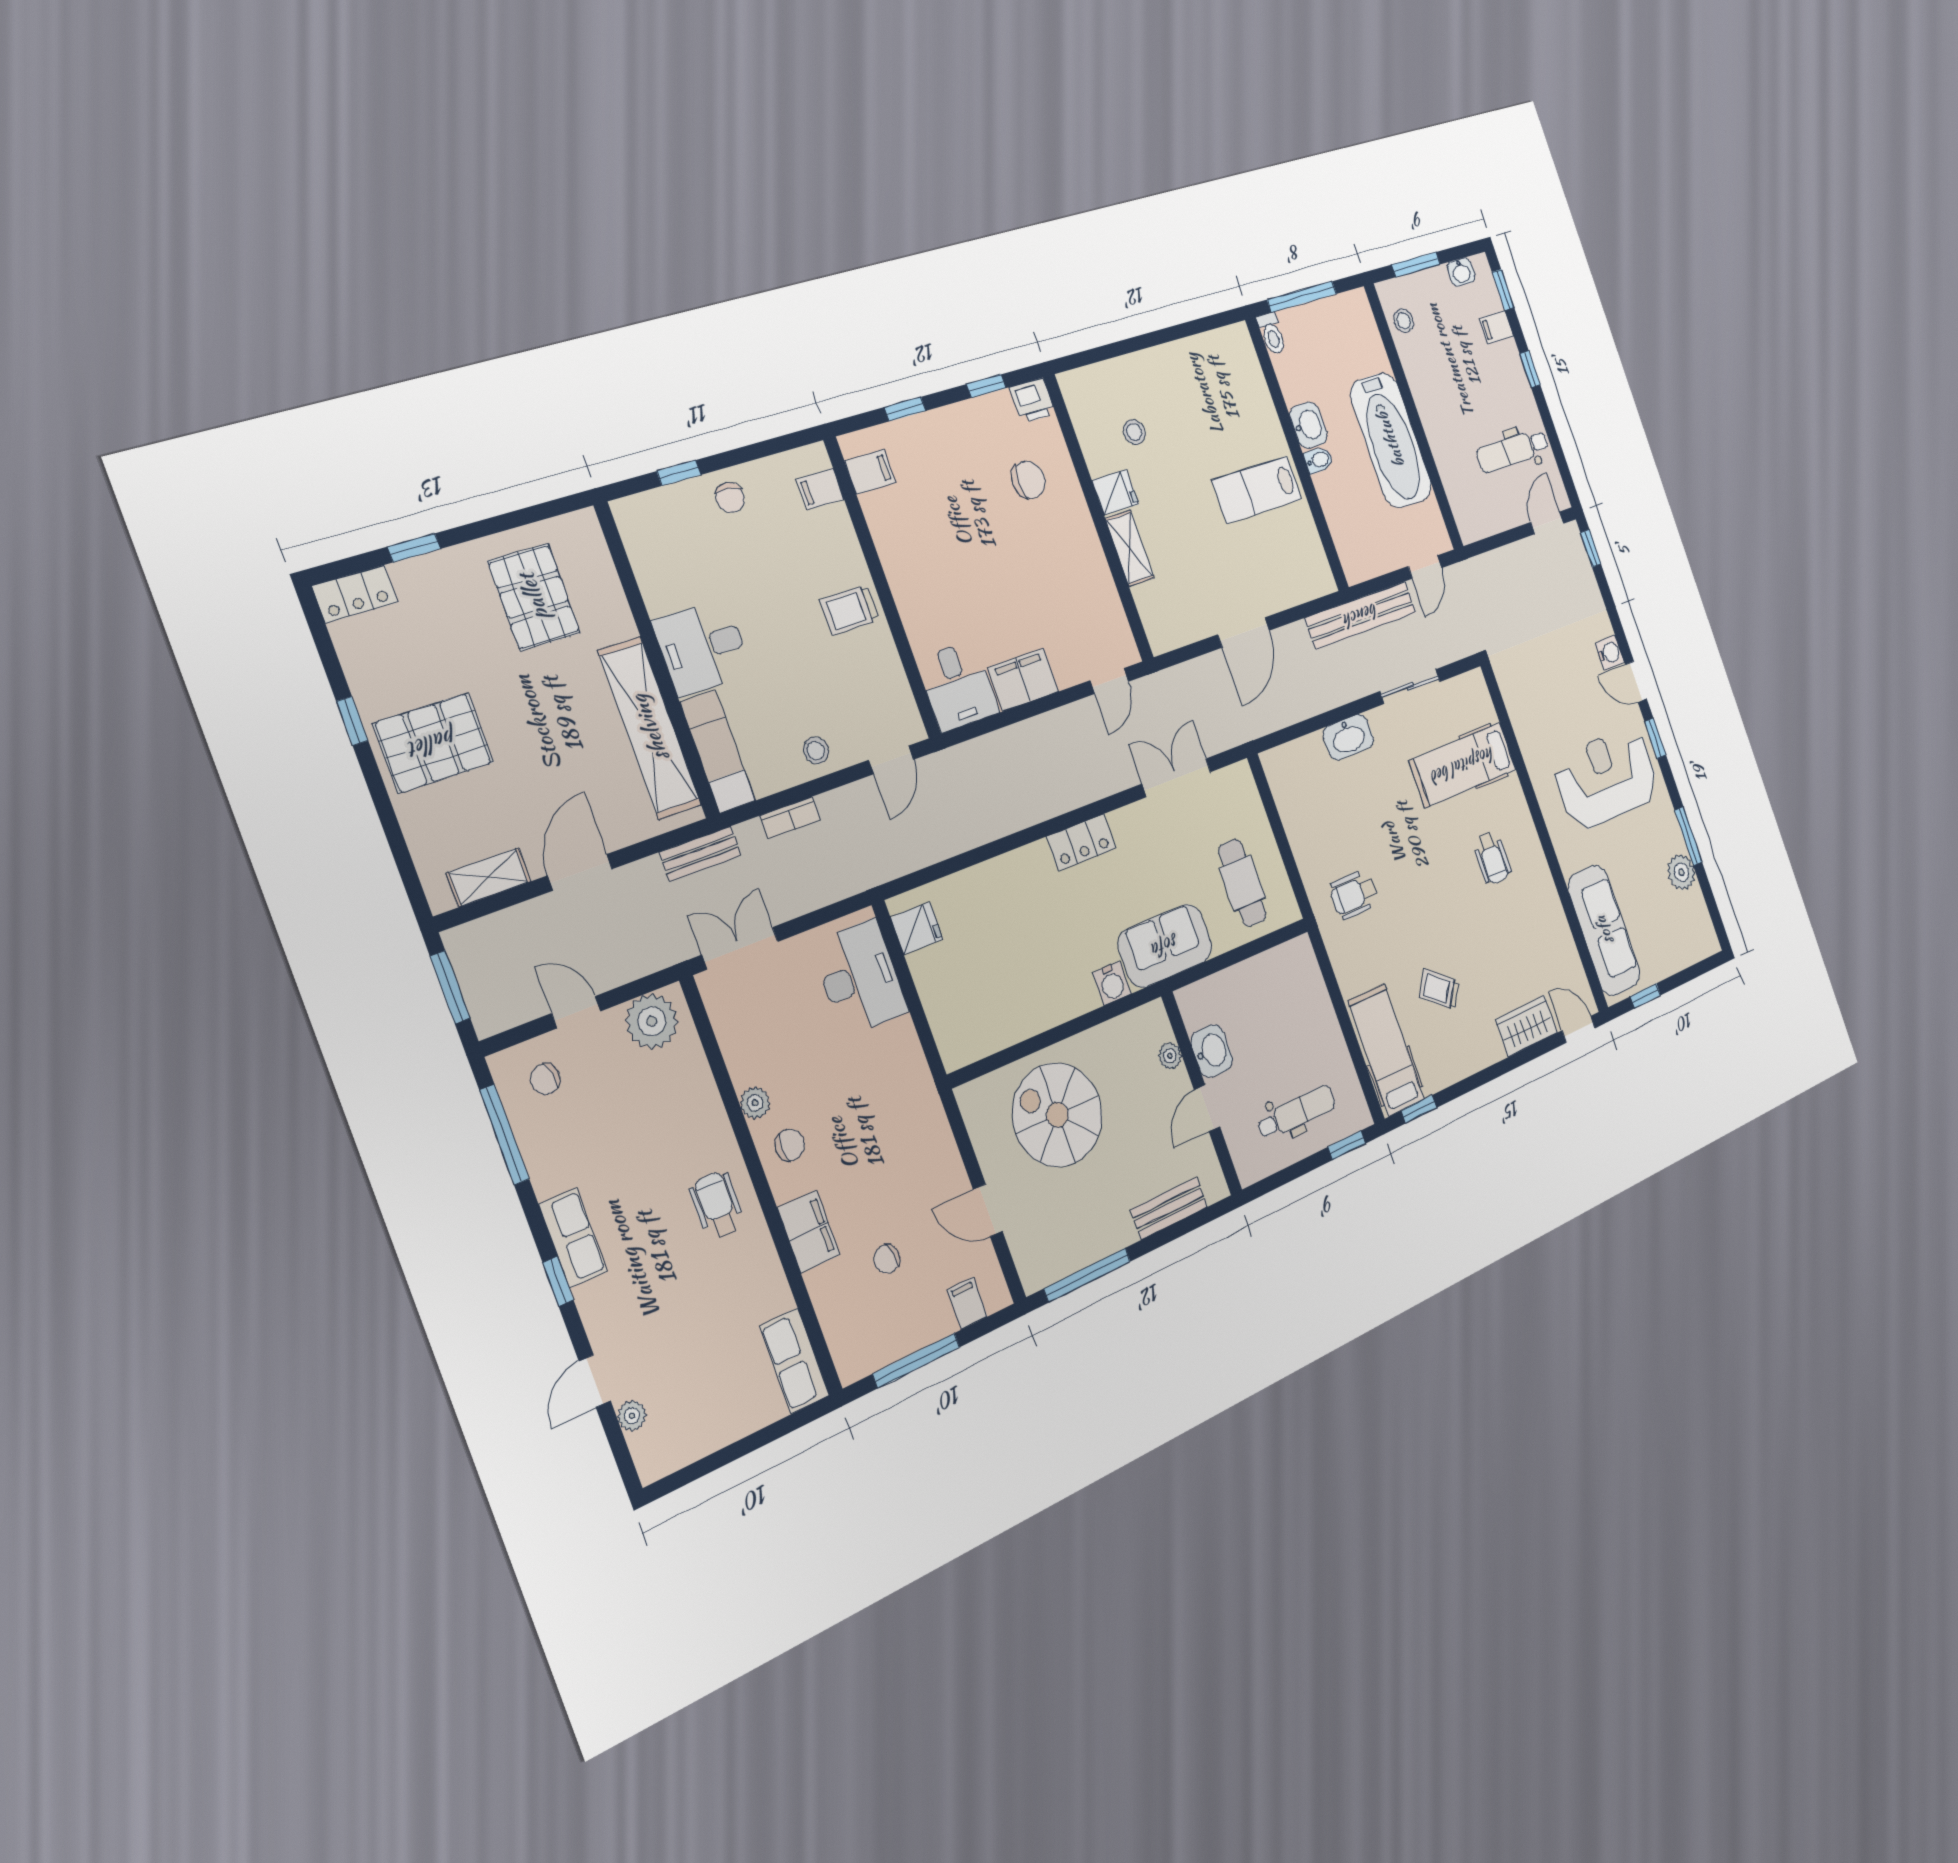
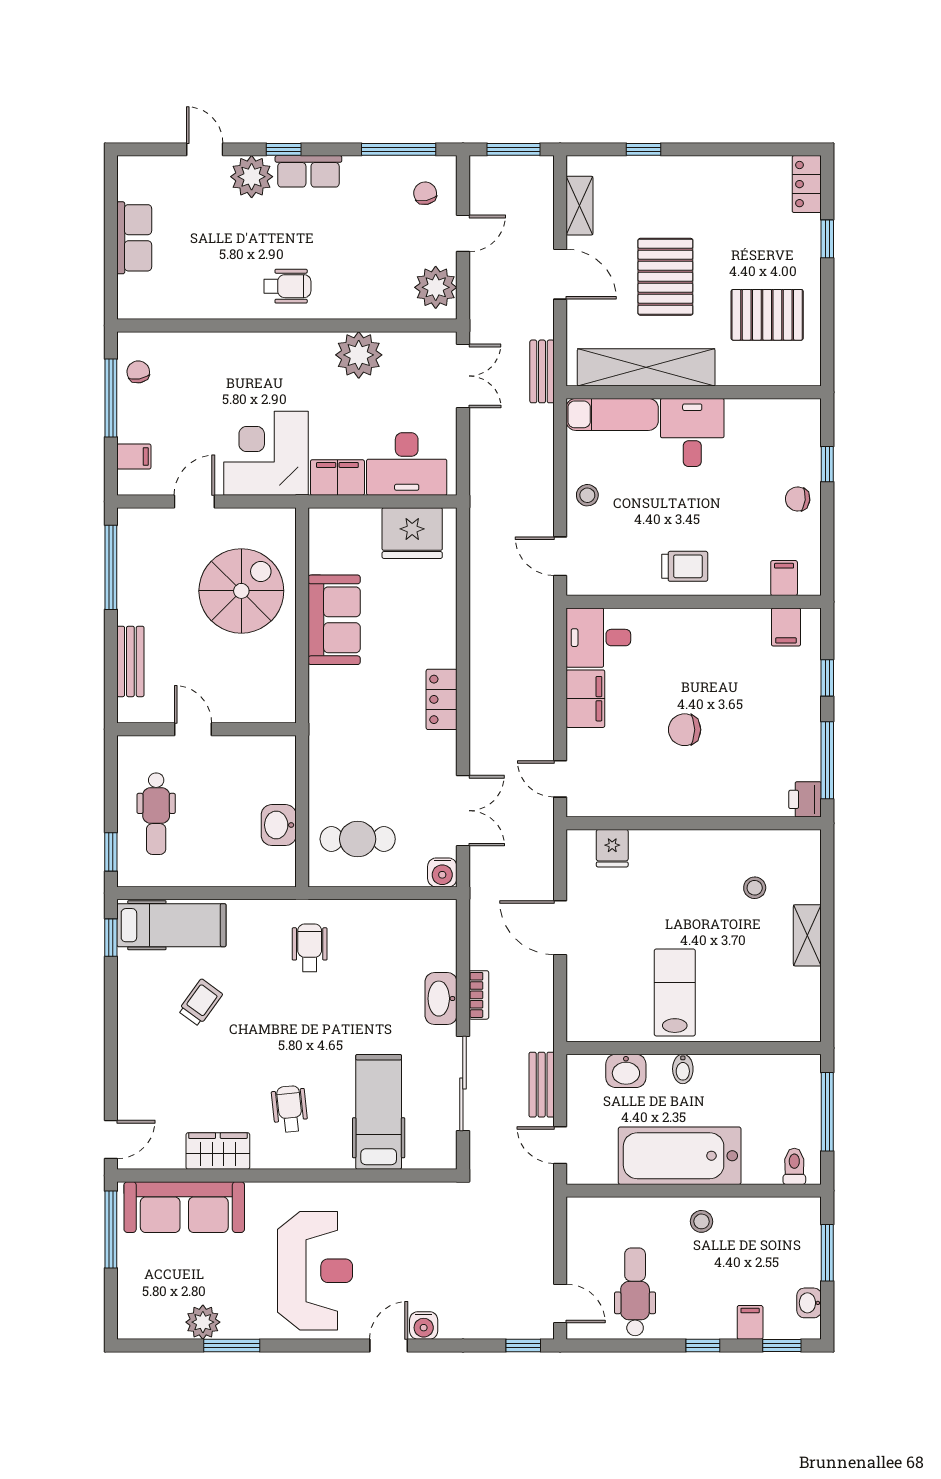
stool: (1404, 321) -> (701, 1221), moved
toilet: (1272, 334) -> (794, 1166), moved, turned 90
window: (986, 386) -> (827, 760), width x2.17
washbasin: (1309, 425) -> (626, 1071), moved
chair: (1029, 480) -> (685, 730), moved, turned 90
fridge: (1115, 492) -> (612, 848), moved
shelving: (1130, 548) -> (807, 935), moved, turned 90
trolley: (850, 610) -> (685, 566), turned 90
bench: (1361, 615) -> (542, 1085), width x0.54, depth x0.82
sliding door: (1410, 687) -> (463, 1083), width x1.37
window: (352, 721) -> (643, 149), moved
window: (1655, 738) -> (331, 1345), removed
pallet: (433, 743) -> (665, 277), moved
bookcase: (790, 818) -> (479, 995), moved, turned 180
wheelchair: (1492, 858) -> (290, 1109), turned 84
fridge: (917, 928) -> (412, 533), width x1.88, depth x1.34
sofa: (1165, 946) -> (334, 620), moved
water cooler: (1112, 983) -> (442, 872), moved, turned -90
window: (1645, 996) -> (111, 1229), width x2.17
wardrobe: (1526, 1026) -> (218, 1151), moved, turned -90
washbasin: (1212, 1051) -> (279, 825), moved, turned 90
plant: (1170, 1056) -> (247, 712), removed
plant: (755, 1103) -> (359, 355), width x1.87, depth x1.87
chair: (790, 1145) -> (307, 359), removed
corner desk: (908, 1149) -> (266, 453), added
filing cabinet: (809, 1232) -> (337, 478), moved, turned 180
chair: (887, 1259) -> (138, 372), moved
row of seats: (794, 1361) -> (134, 238), moved, turned 90
plant: (632, 1416) -> (252, 177), moved, width x1.87, depth x1.87

